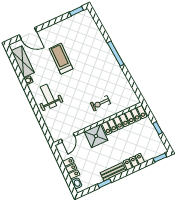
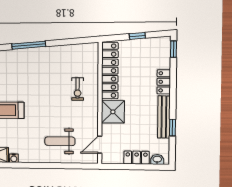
weight bench: (48, 96) -> (60, 141), moved
door: (68, 138) -> (100, 145), swing flipped
bench: (113, 172) -> (164, 117), width x1.36

